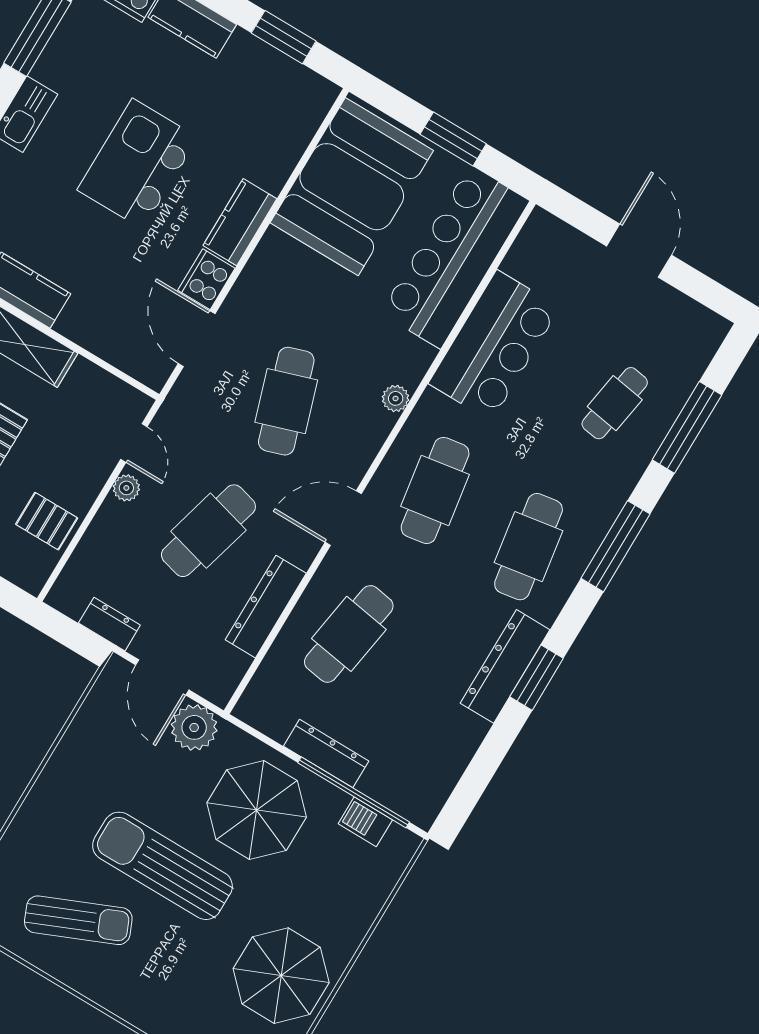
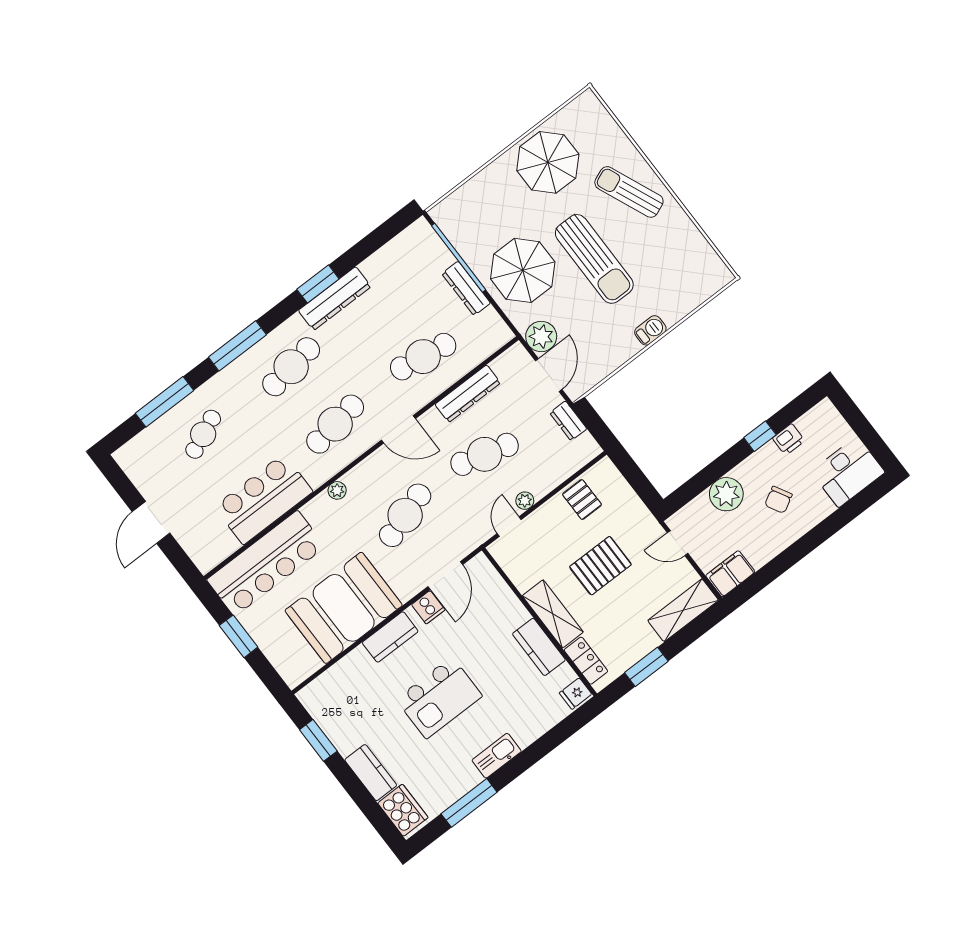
booth: (352, 187) -> (344, 608), moved
cooker: (206, 279) -> (428, 607), width x0.73
cafe table: (615, 403) -> (203, 434), turned -33
barbecue: (365, 822) -> (650, 330), moved, turned -90
sun lounger: (78, 920) -> (629, 192), moved

